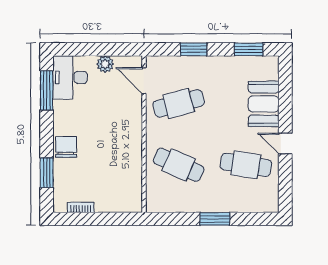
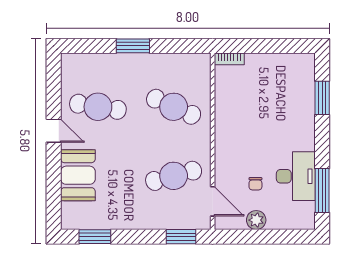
window: (194, 49) -> (181, 237), moved
desk: (70, 77) -> (296, 176), moved
chair: (66, 147) -> (255, 184), moved, width x0.54, depth x0.54
bookcase: (81, 207) -> (229, 59), moved

